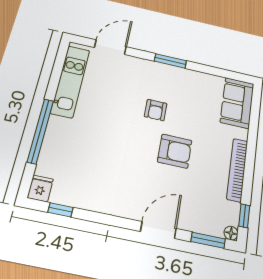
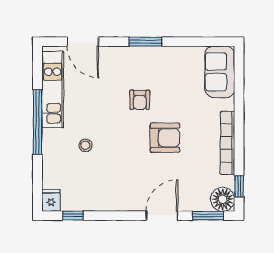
door: (110, 47) -> (83, 42), swing flipped
window: (40, 131) -> (38, 122), moved
stool: (91, 140) -> (85, 145), added
floor lamp: (231, 233) -> (223, 199), width x1.89, depth x1.89

